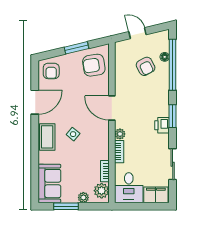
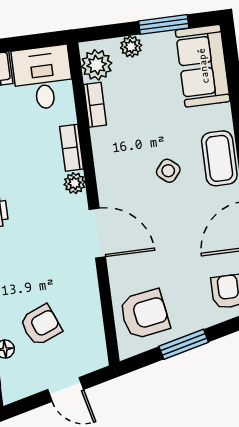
armchair: (146, 66) -> (41, 325), turned 96

